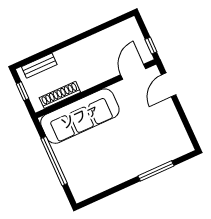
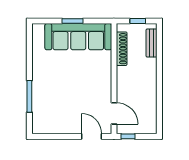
sofa: (80, 116) -> (78, 37), moved, turned -90
window: (54, 161) -> (73, 21), width x0.47

